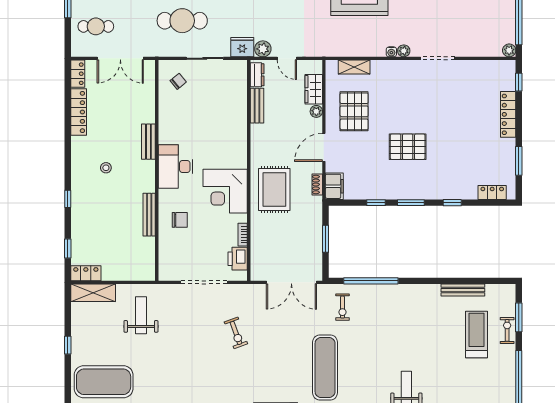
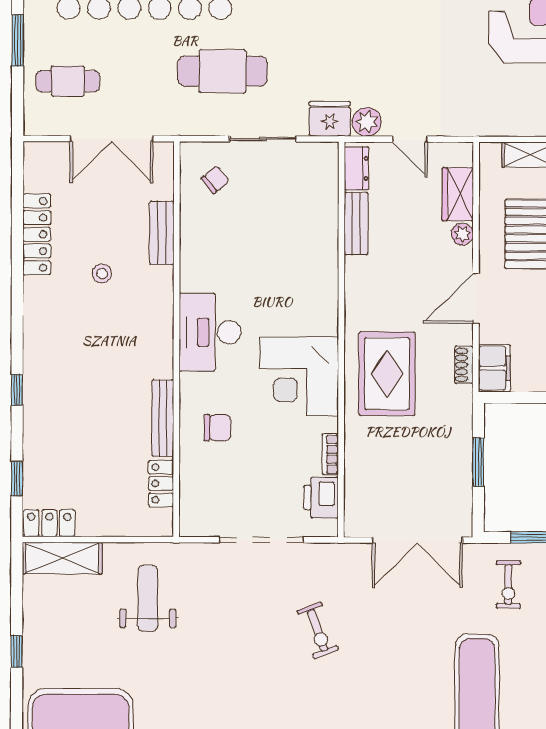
locker: (78, 74) -> (161, 484), moved, turned 180
bench: (148, 142) -> (162, 233), moved
stool: (106, 168) -> (102, 274), moved

